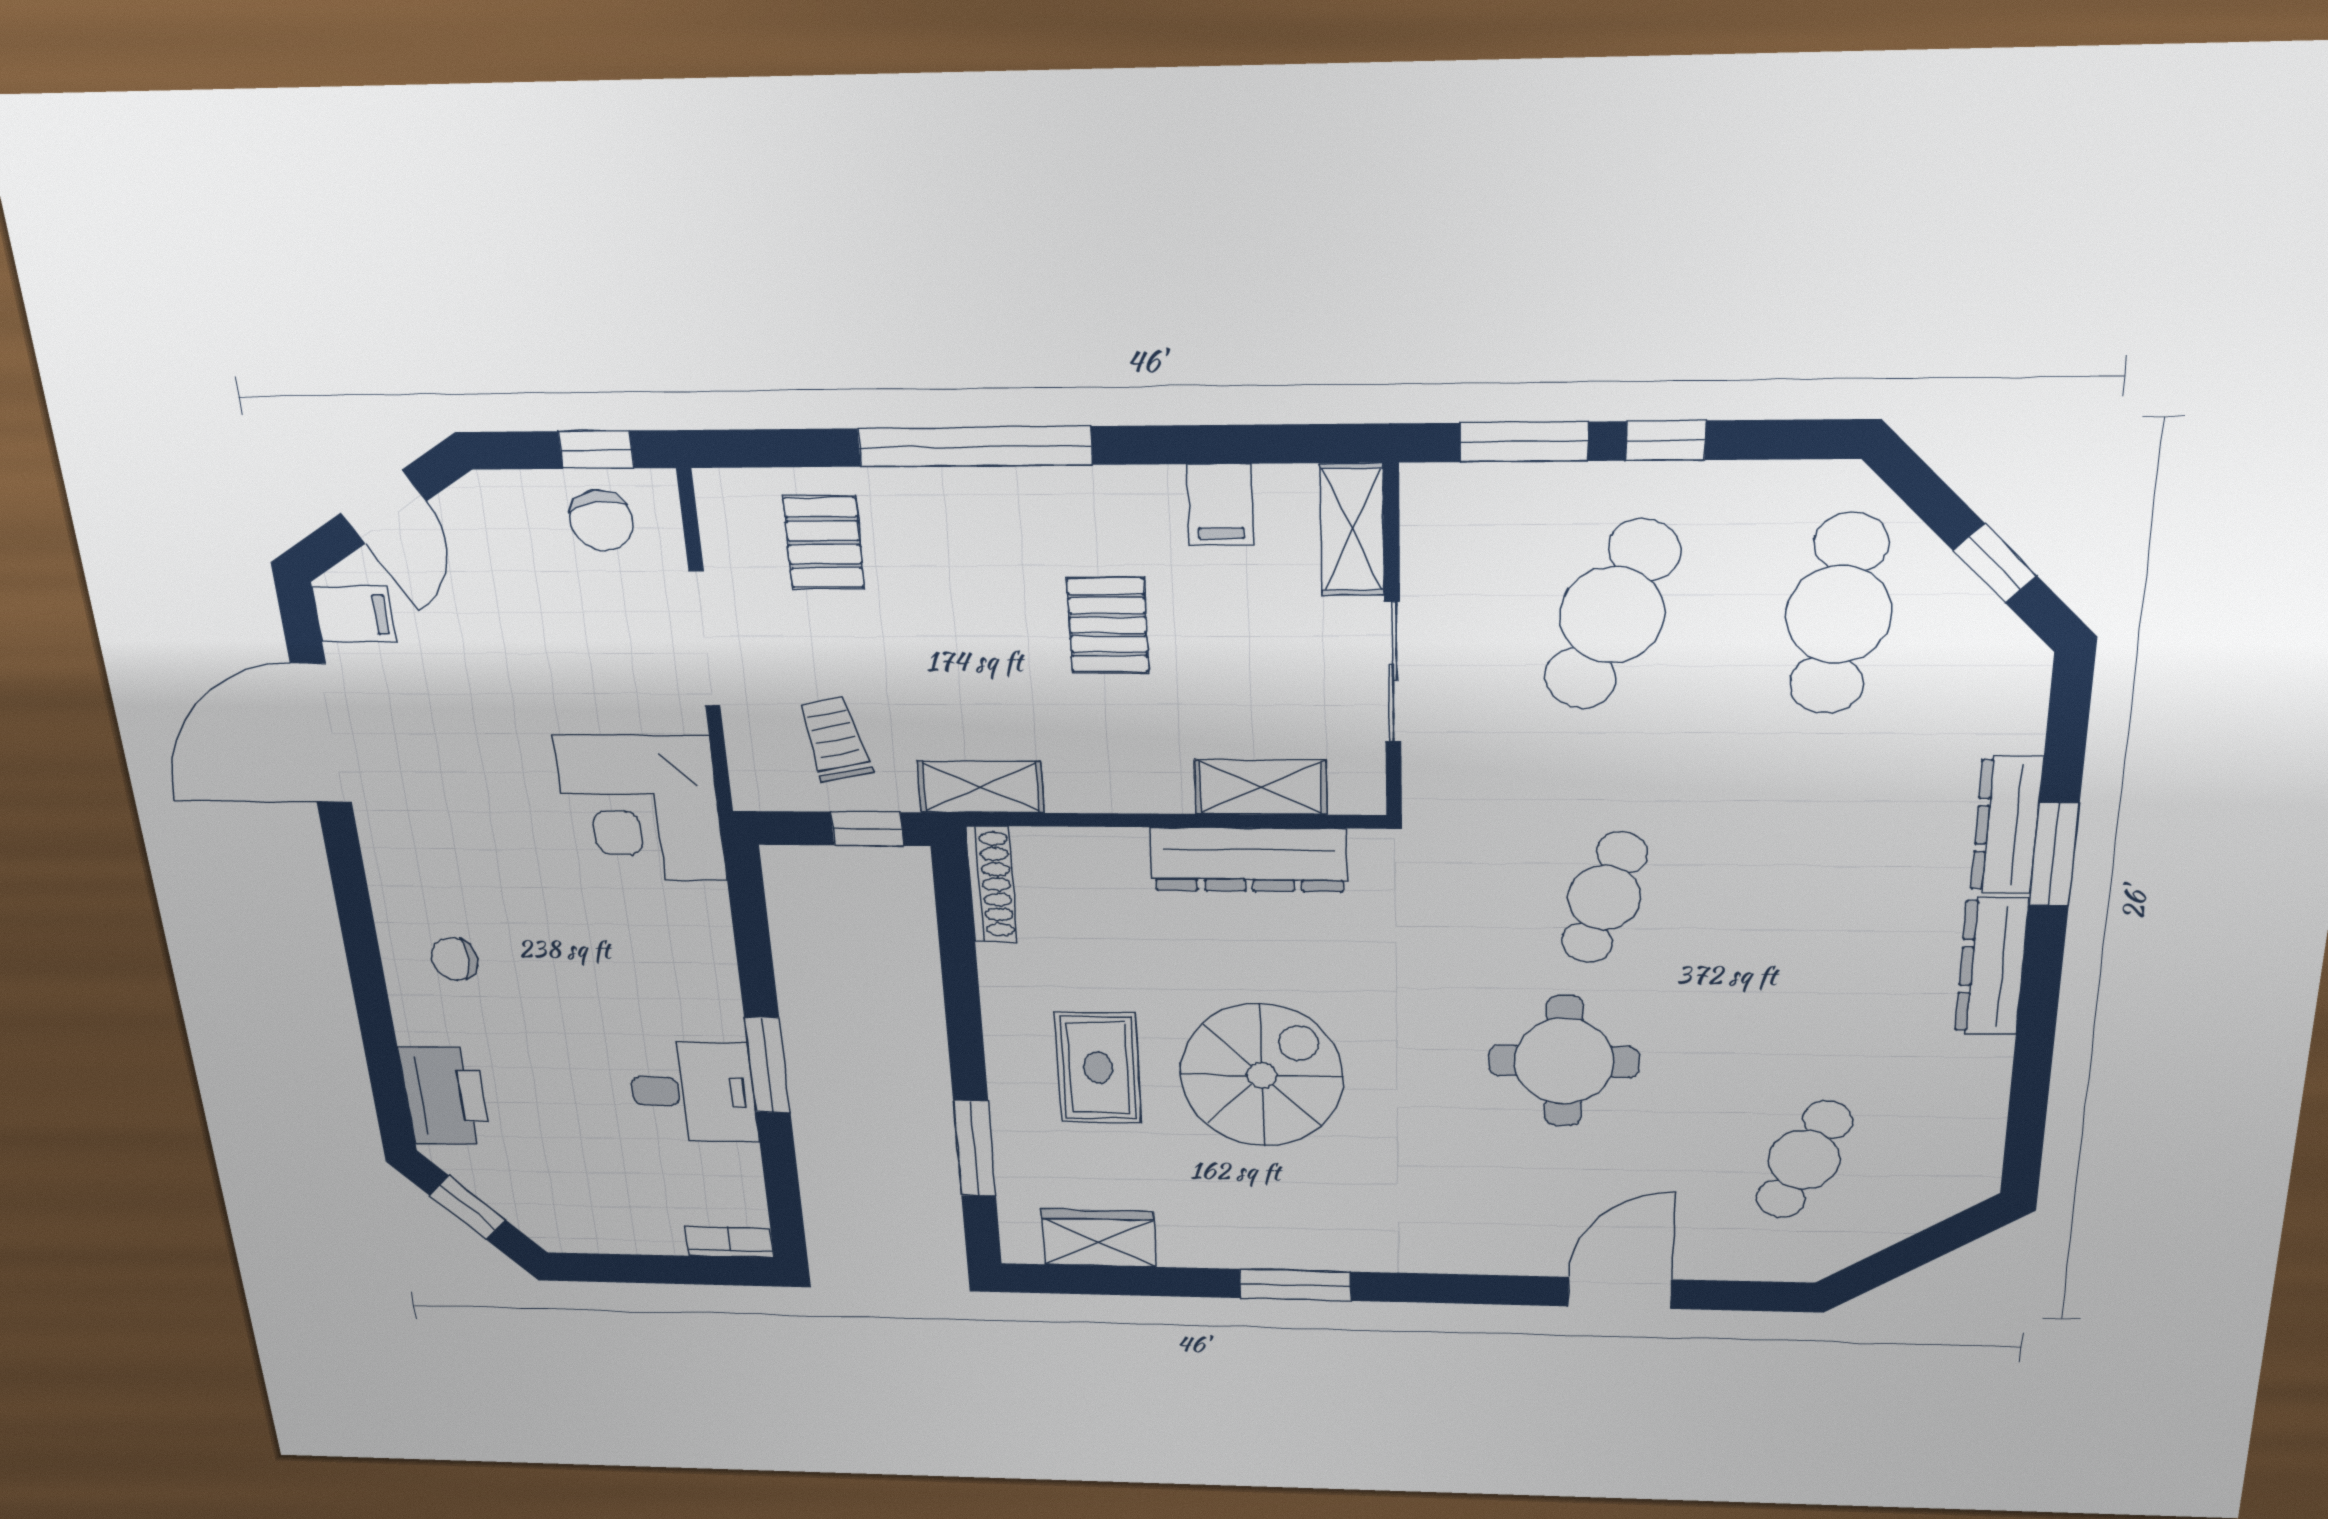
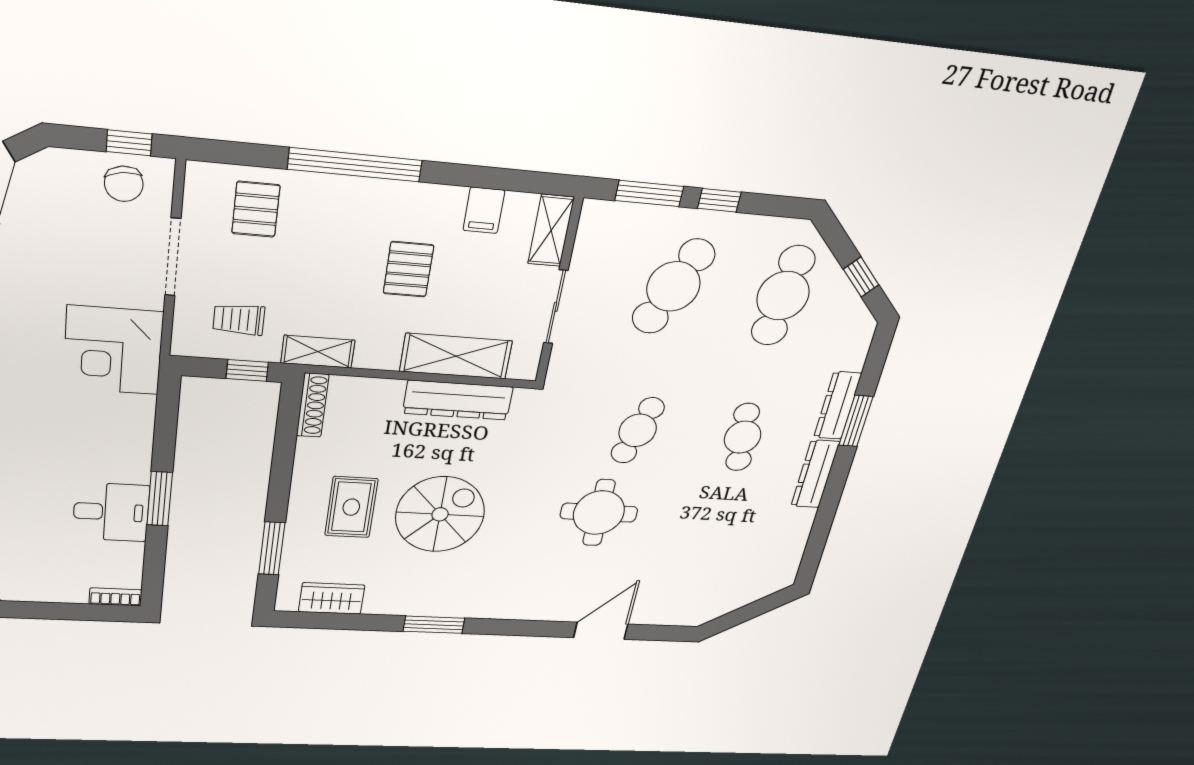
trolley: (835, 739) -> (239, 319), turned -78
shelving: (1261, 787) -> (456, 356), width x1.50, depth x1.33
cafe table: (1804, 1160) -> (743, 437), moved, turned -30

